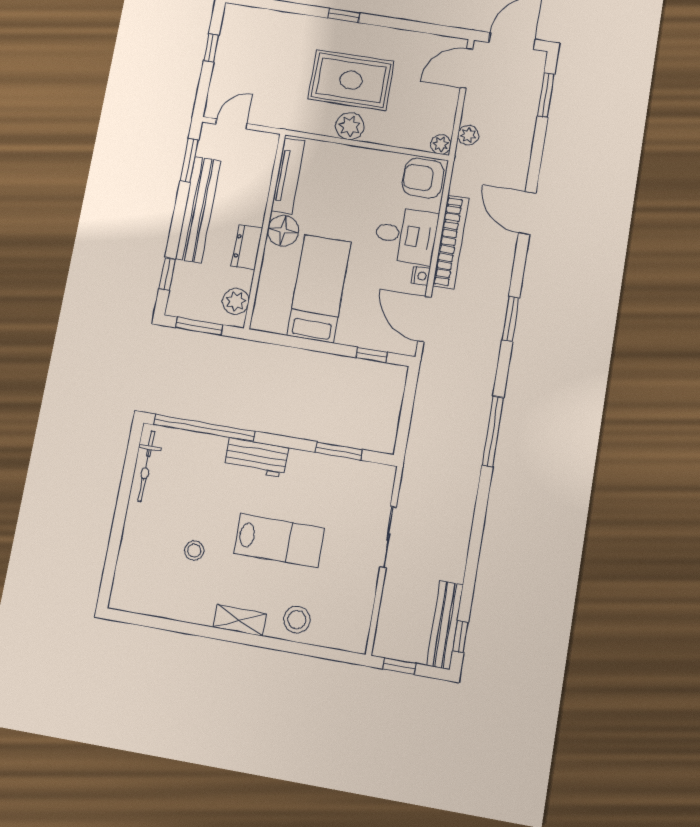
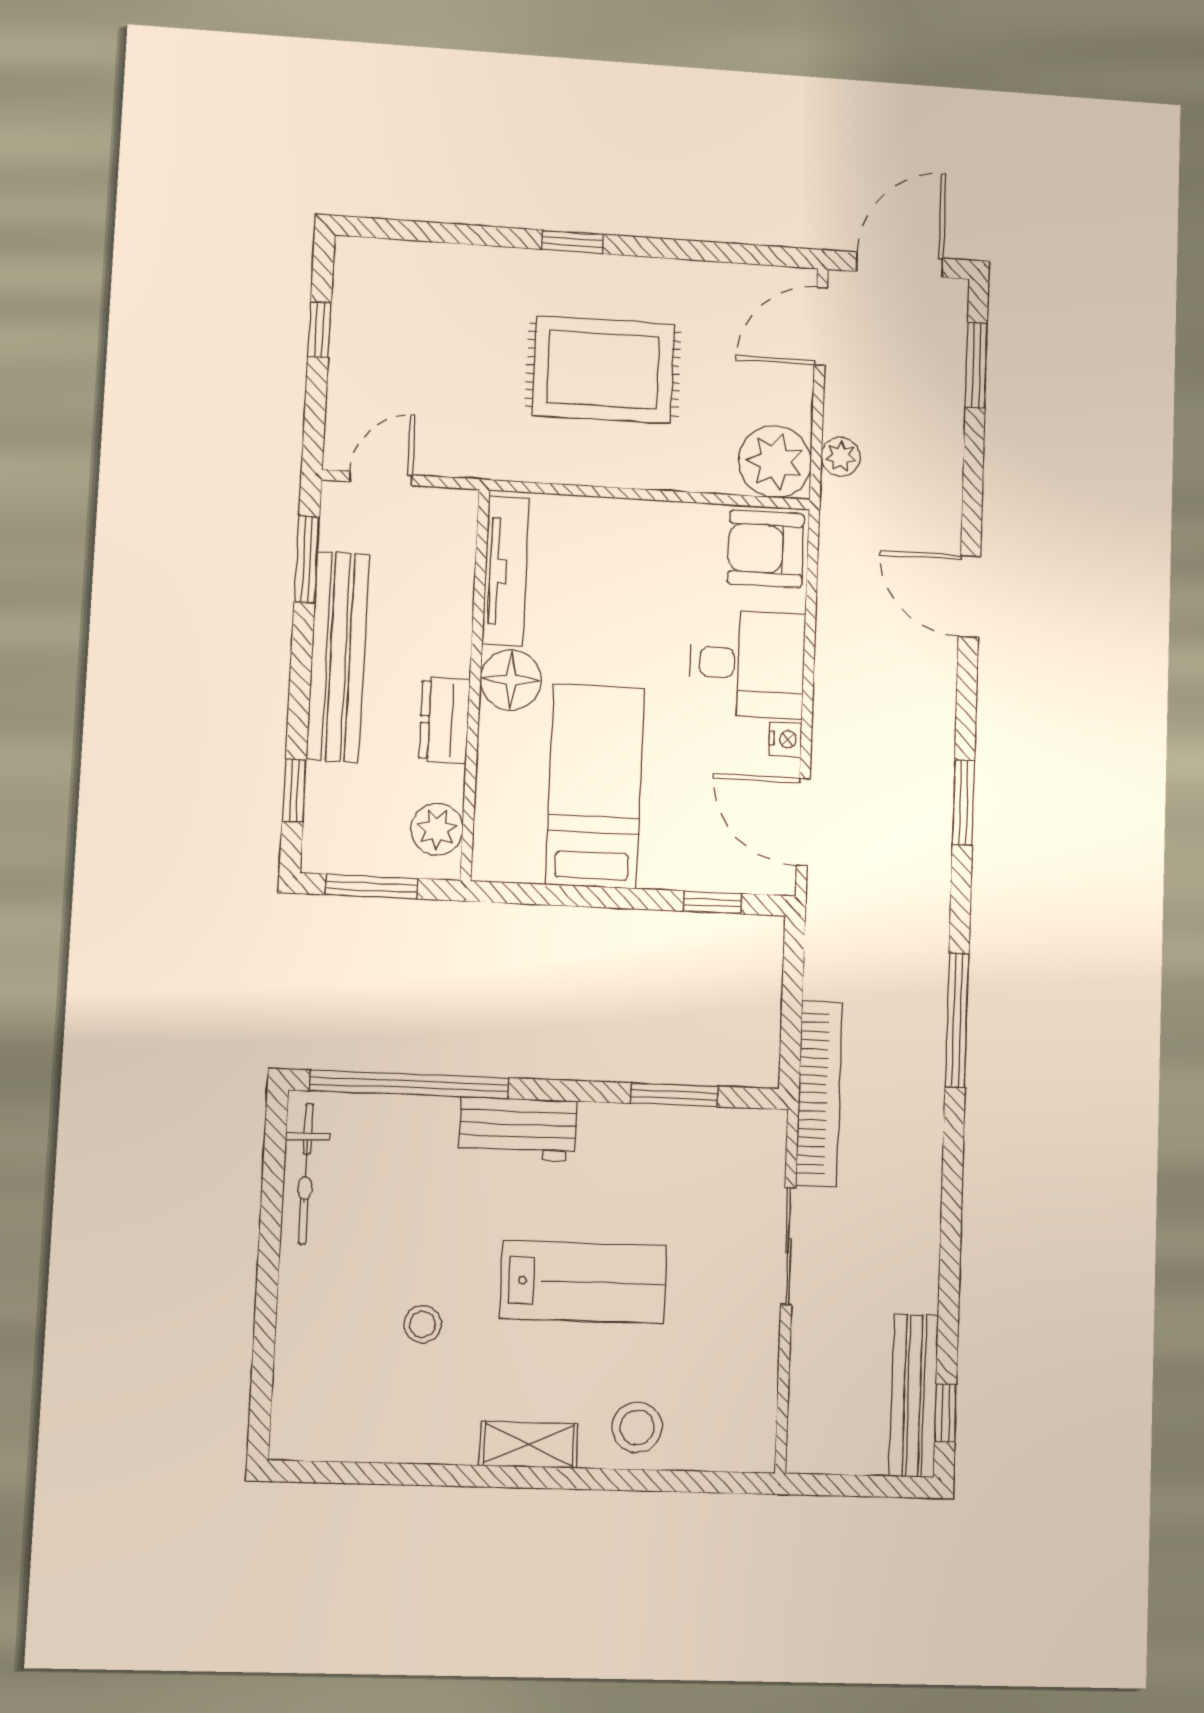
plant: (350, 126) -> (613, 461), removed
plant: (441, 144) -> (775, 462), width x1.88, depth x1.88
bookcase: (451, 242) -> (819, 1094), moved
window: (399, 666) -> (840, 1485), removed

